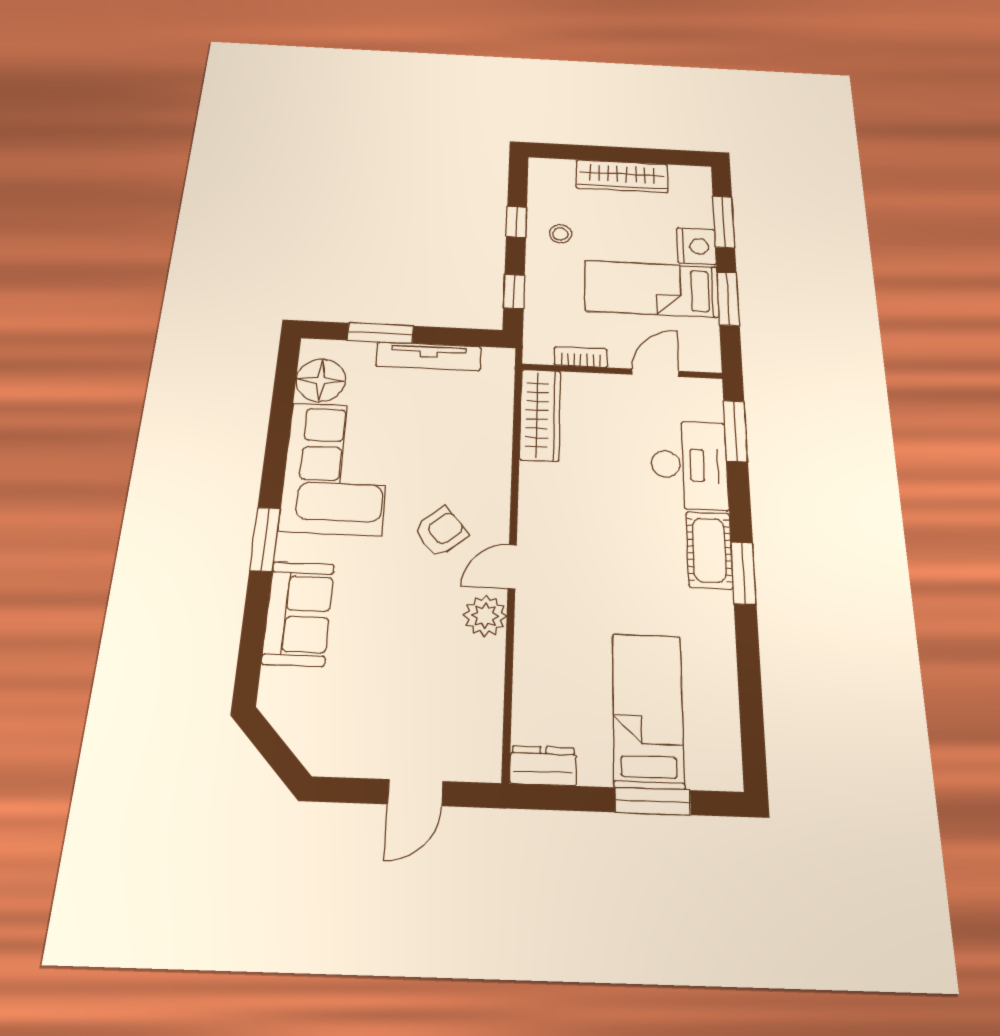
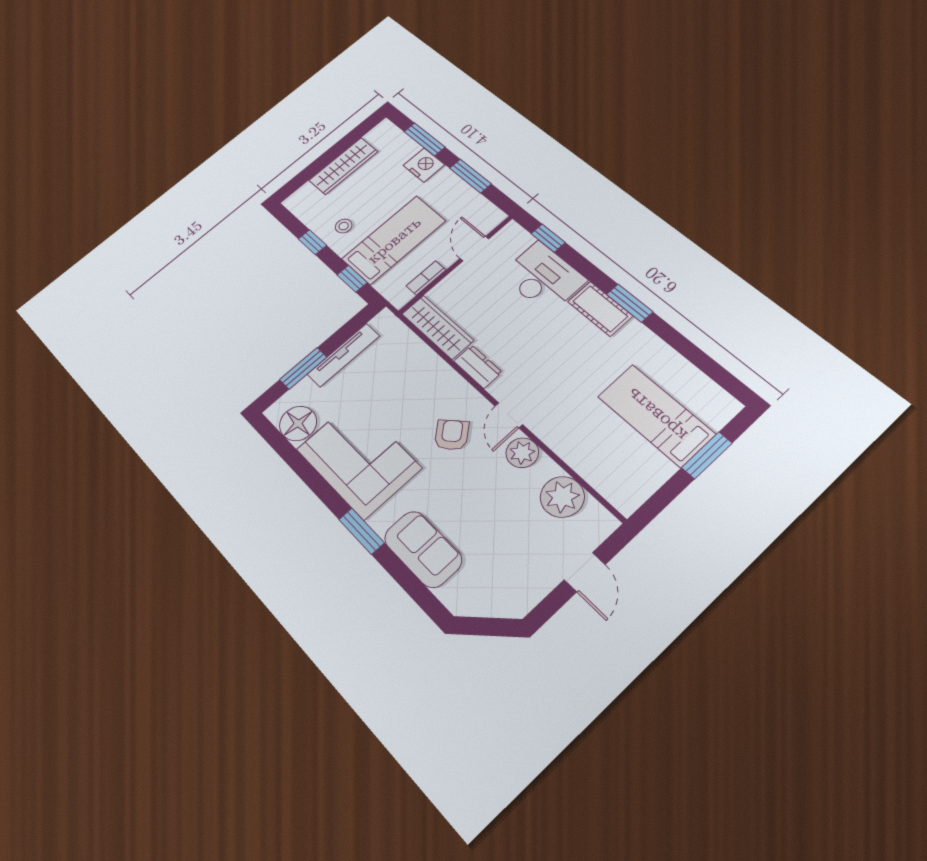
bed: (651, 289) -> (394, 240), moved, turned 180
window: (735, 431) -> (548, 238), width x0.67
plant: (475, 697) -> (562, 497), added
dresser: (543, 766) -> (478, 367), moved, turned 90

